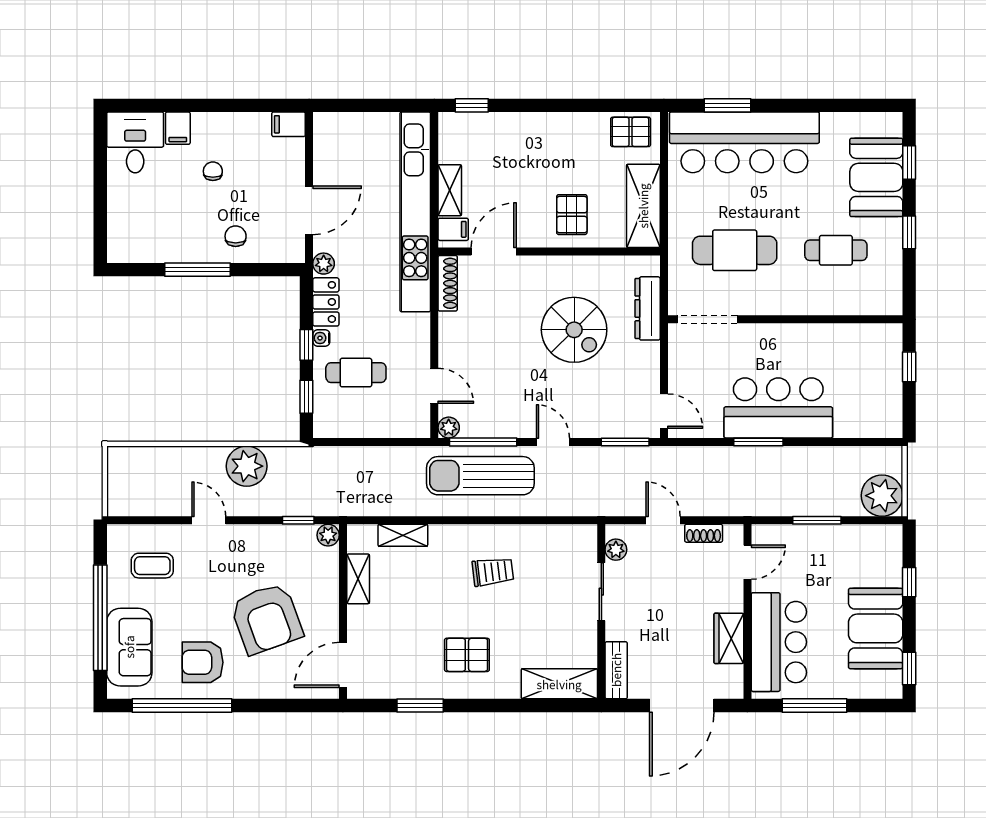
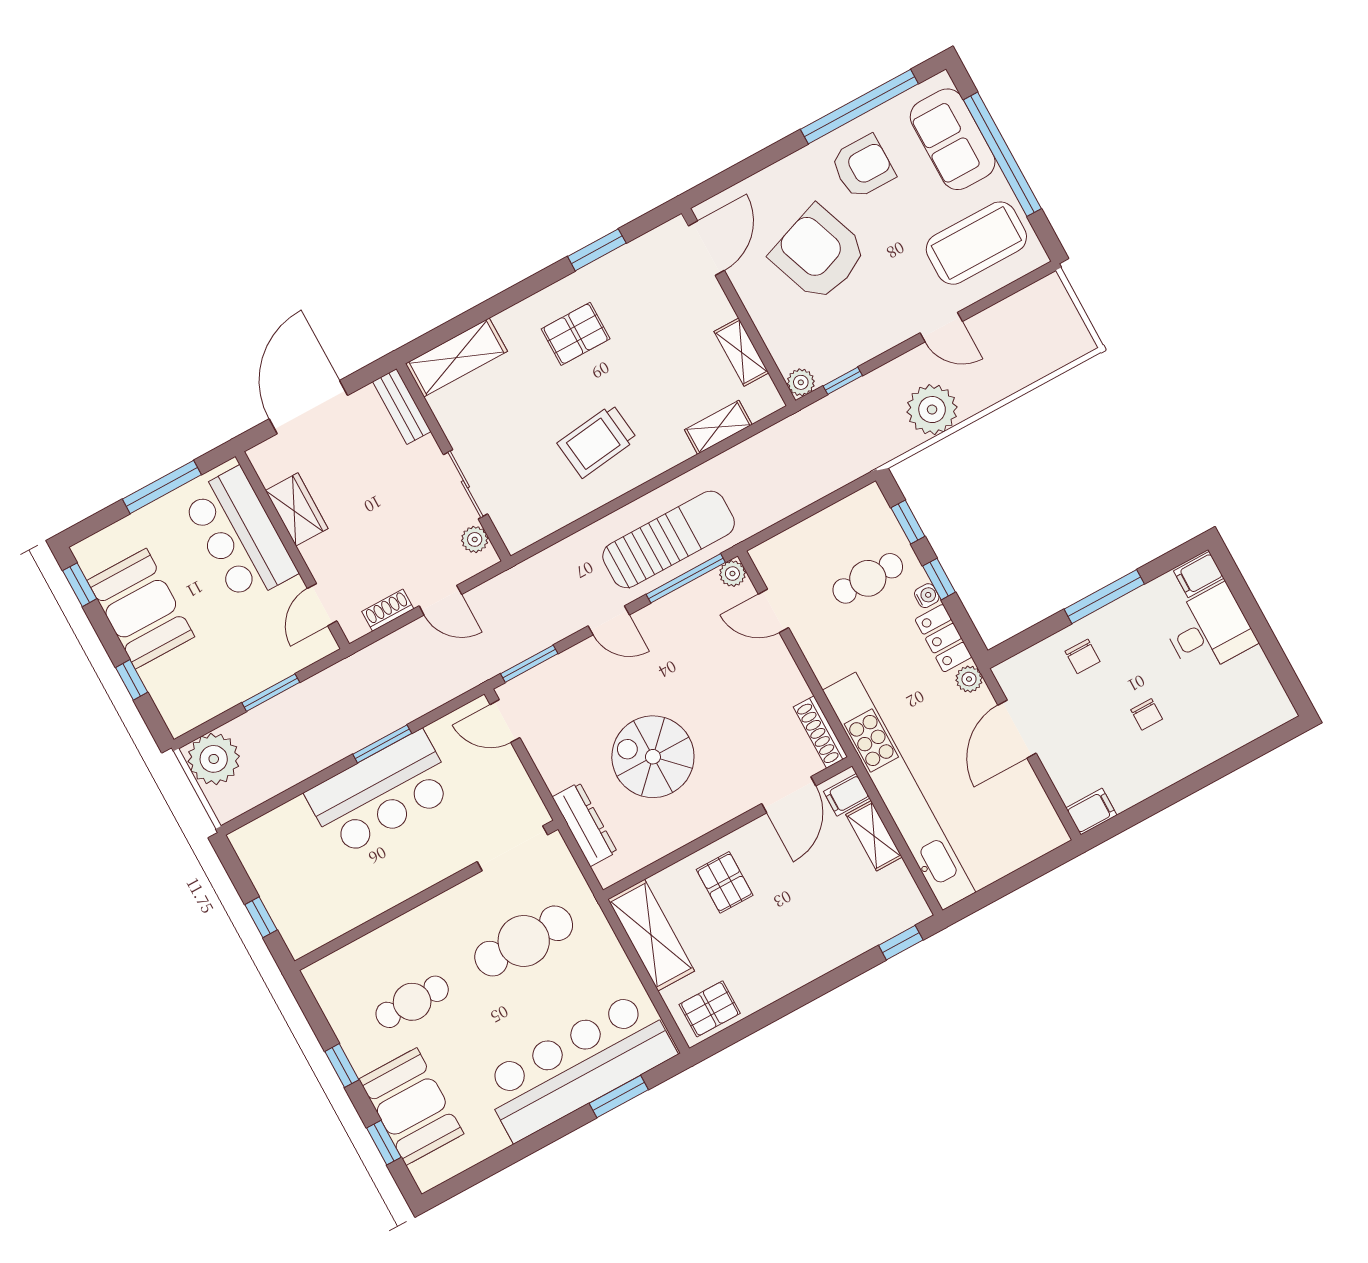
filing cabinet: (178, 128) -> (1199, 575), moved, turned -90
desk: (135, 142) -> (1209, 630), moved, turned -90
coffee table: (152, 566) -> (976, 243), width x1.86, depth x1.72
trolley: (493, 572) -> (597, 441), width x1.36, depth x1.39

